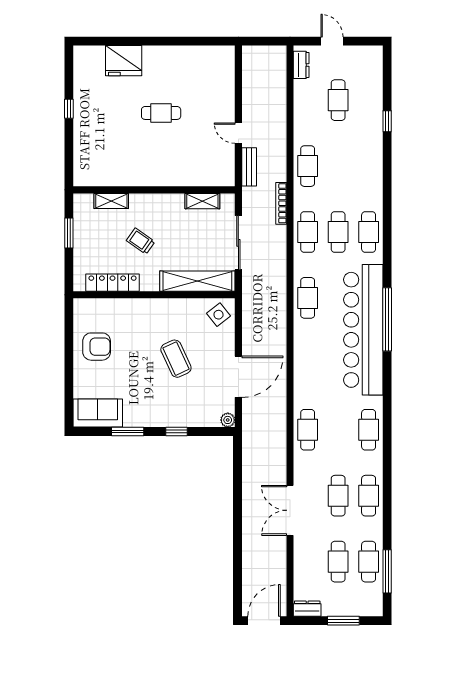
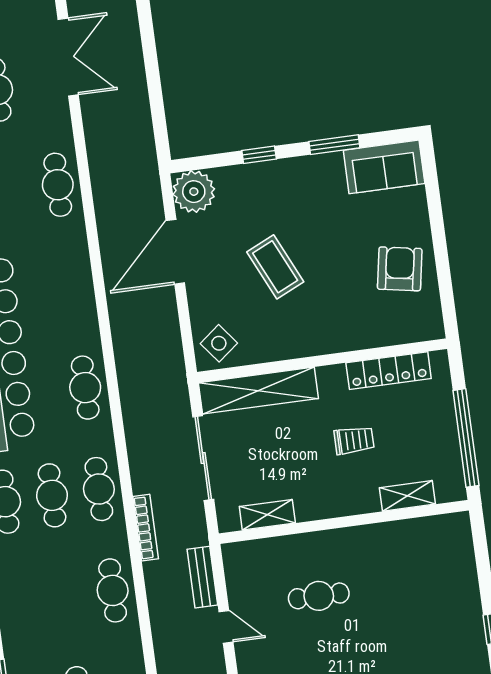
cafe table: (161, 113) -> (319, 596), moved
window: (69, 233) -> (466, 438), width x2.11
trolley: (141, 241) -> (354, 440), turned -35
armchair: (97, 347) -> (400, 269), turned 100
plant: (228, 420) -> (194, 192), width x1.87, depth x1.87

